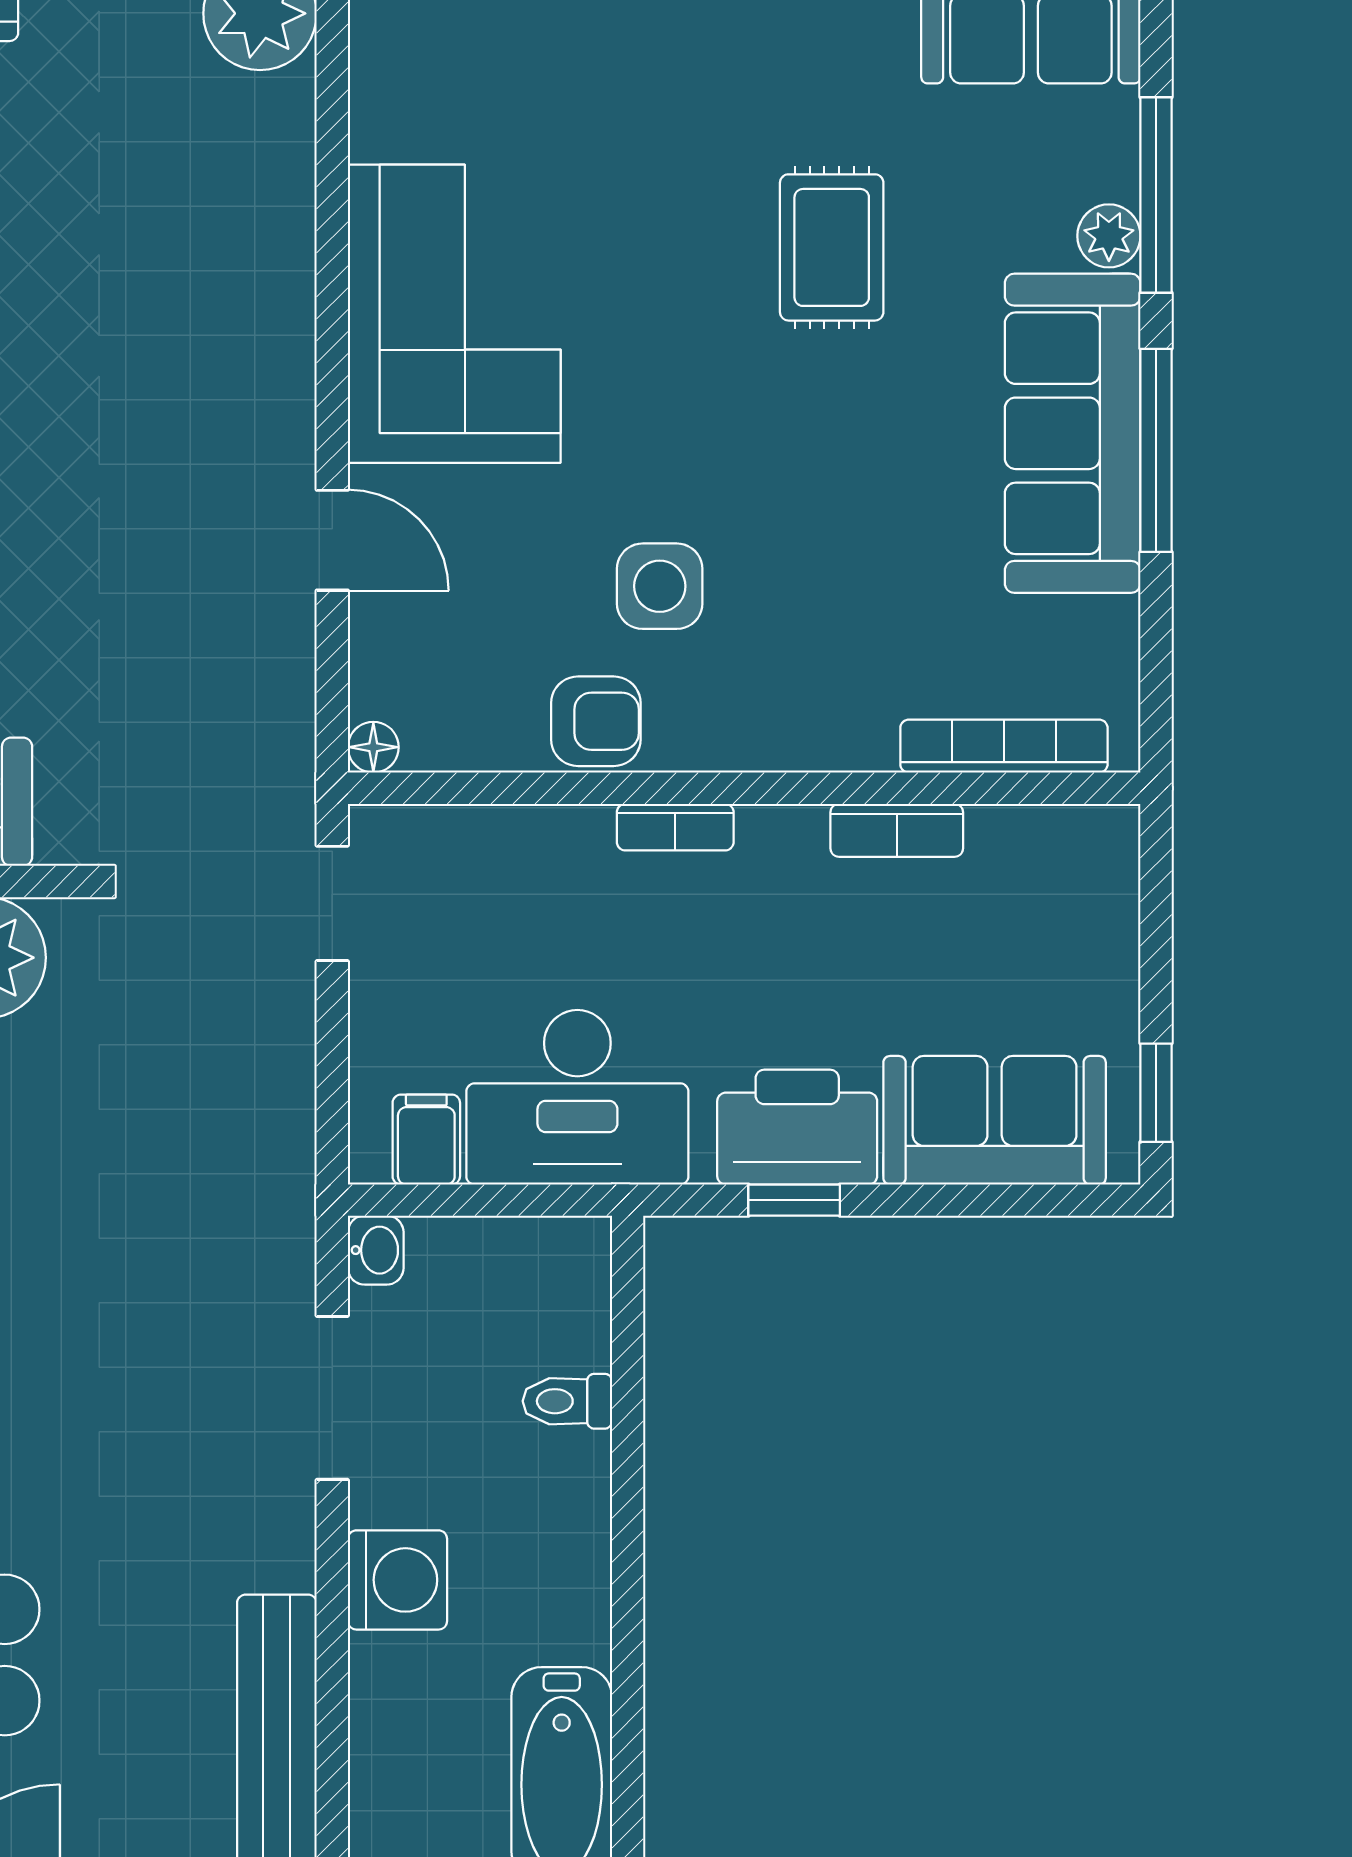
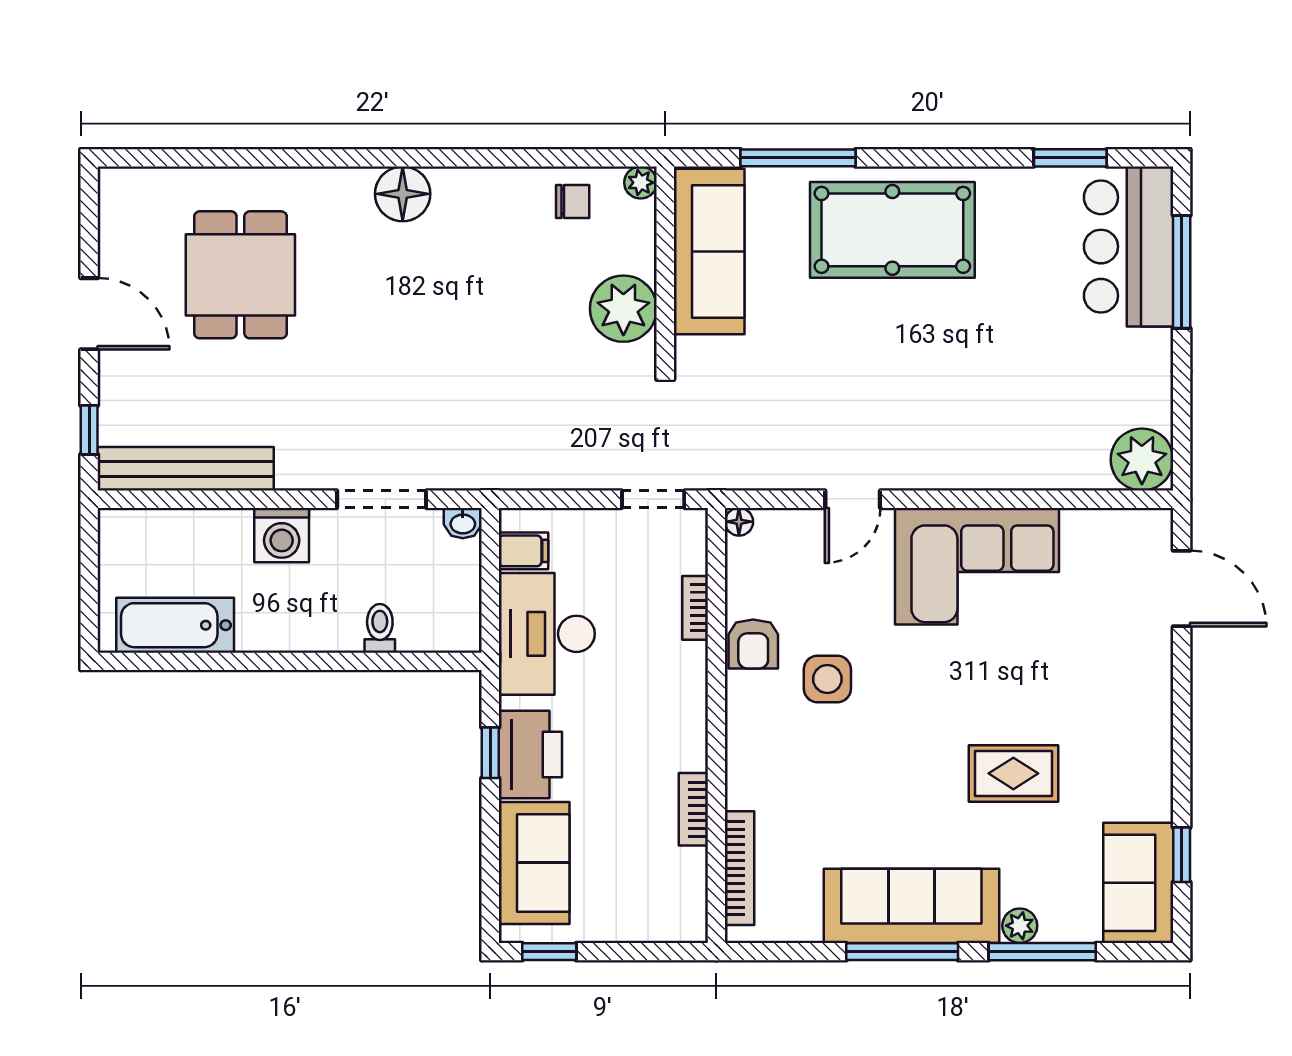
bookcase: (675, 827) -> (695, 608), moved

